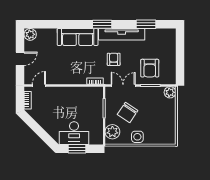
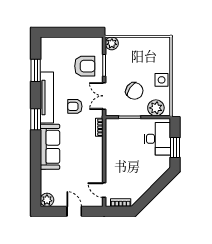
desk: (74, 133) -> (157, 139), moved

